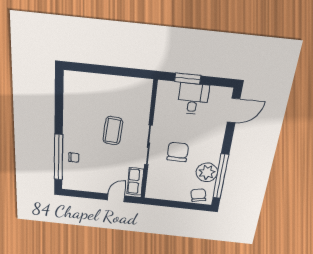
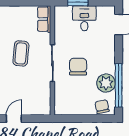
row of seats: (135, 181) -> (44, 19), moved
door: (116, 198) -> (14, 119), moved

